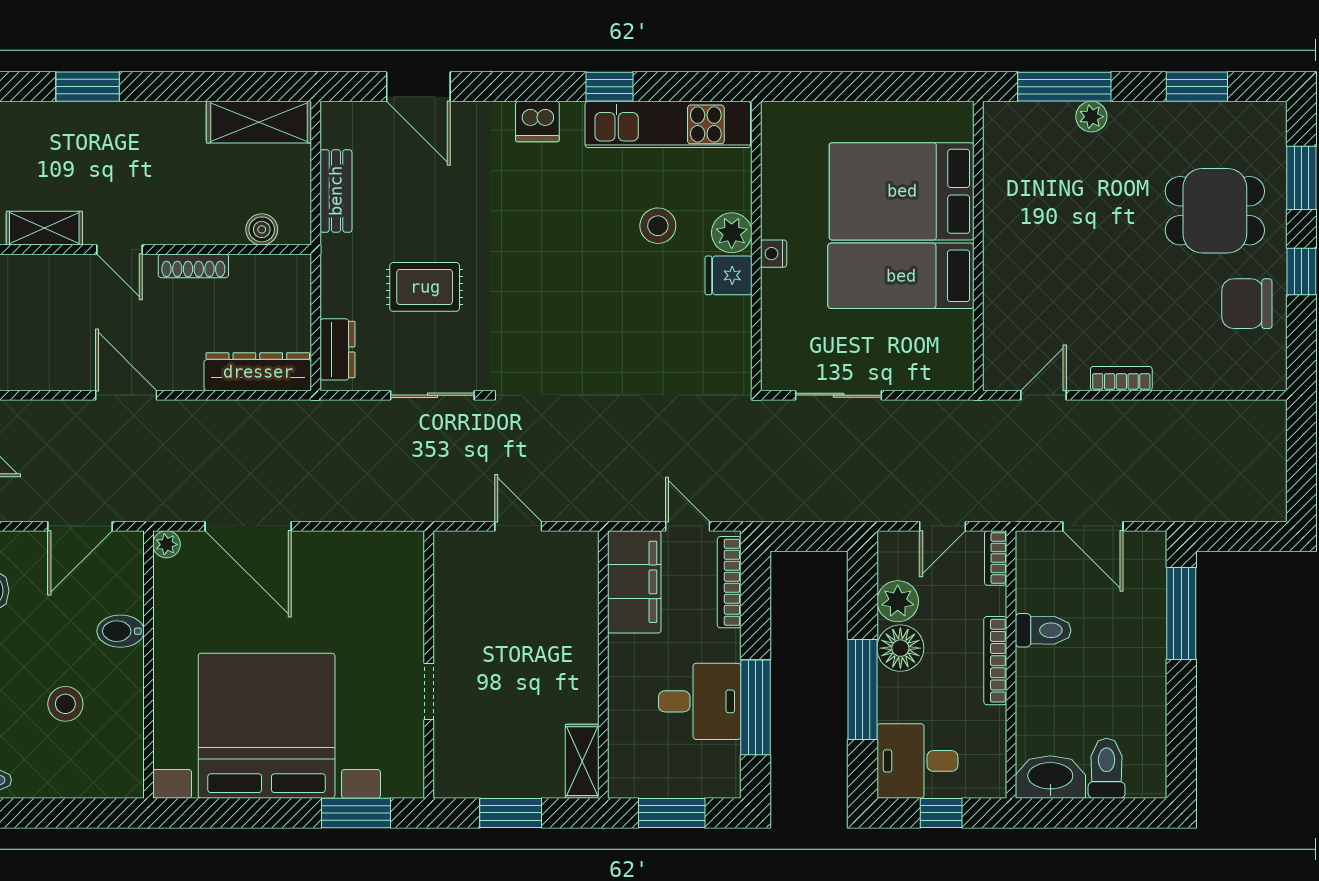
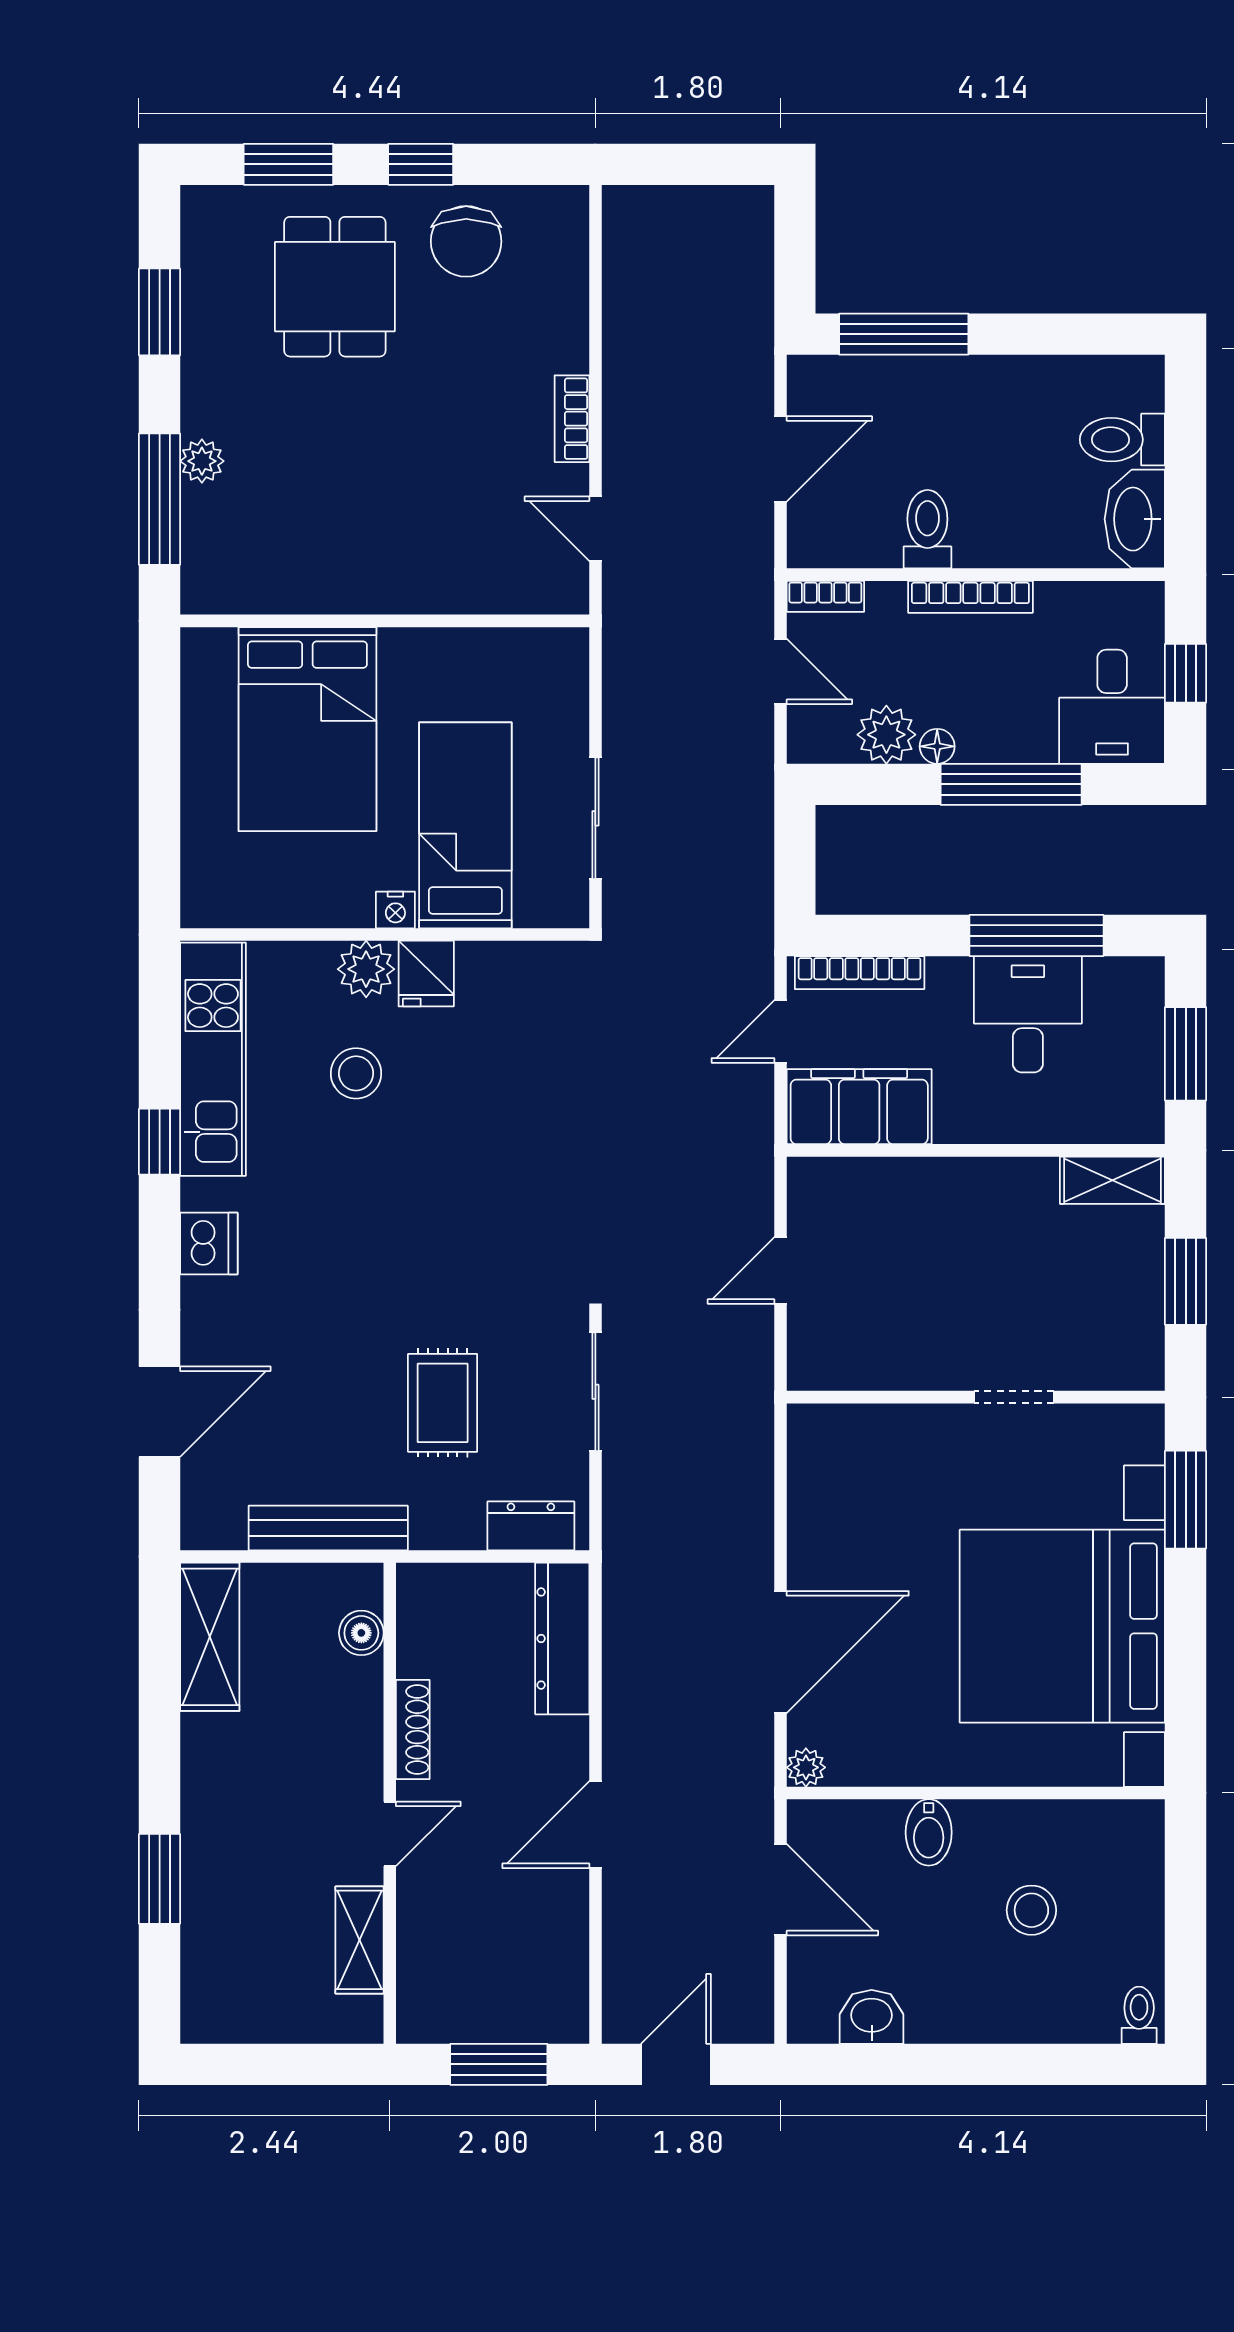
bench: (336, 191) -> (328, 1528), width x1.36
bed: (901, 276) -> (465, 825), moved, turned 180
floor lamp: (900, 648) -> (937, 746), width x0.53, depth x0.53

